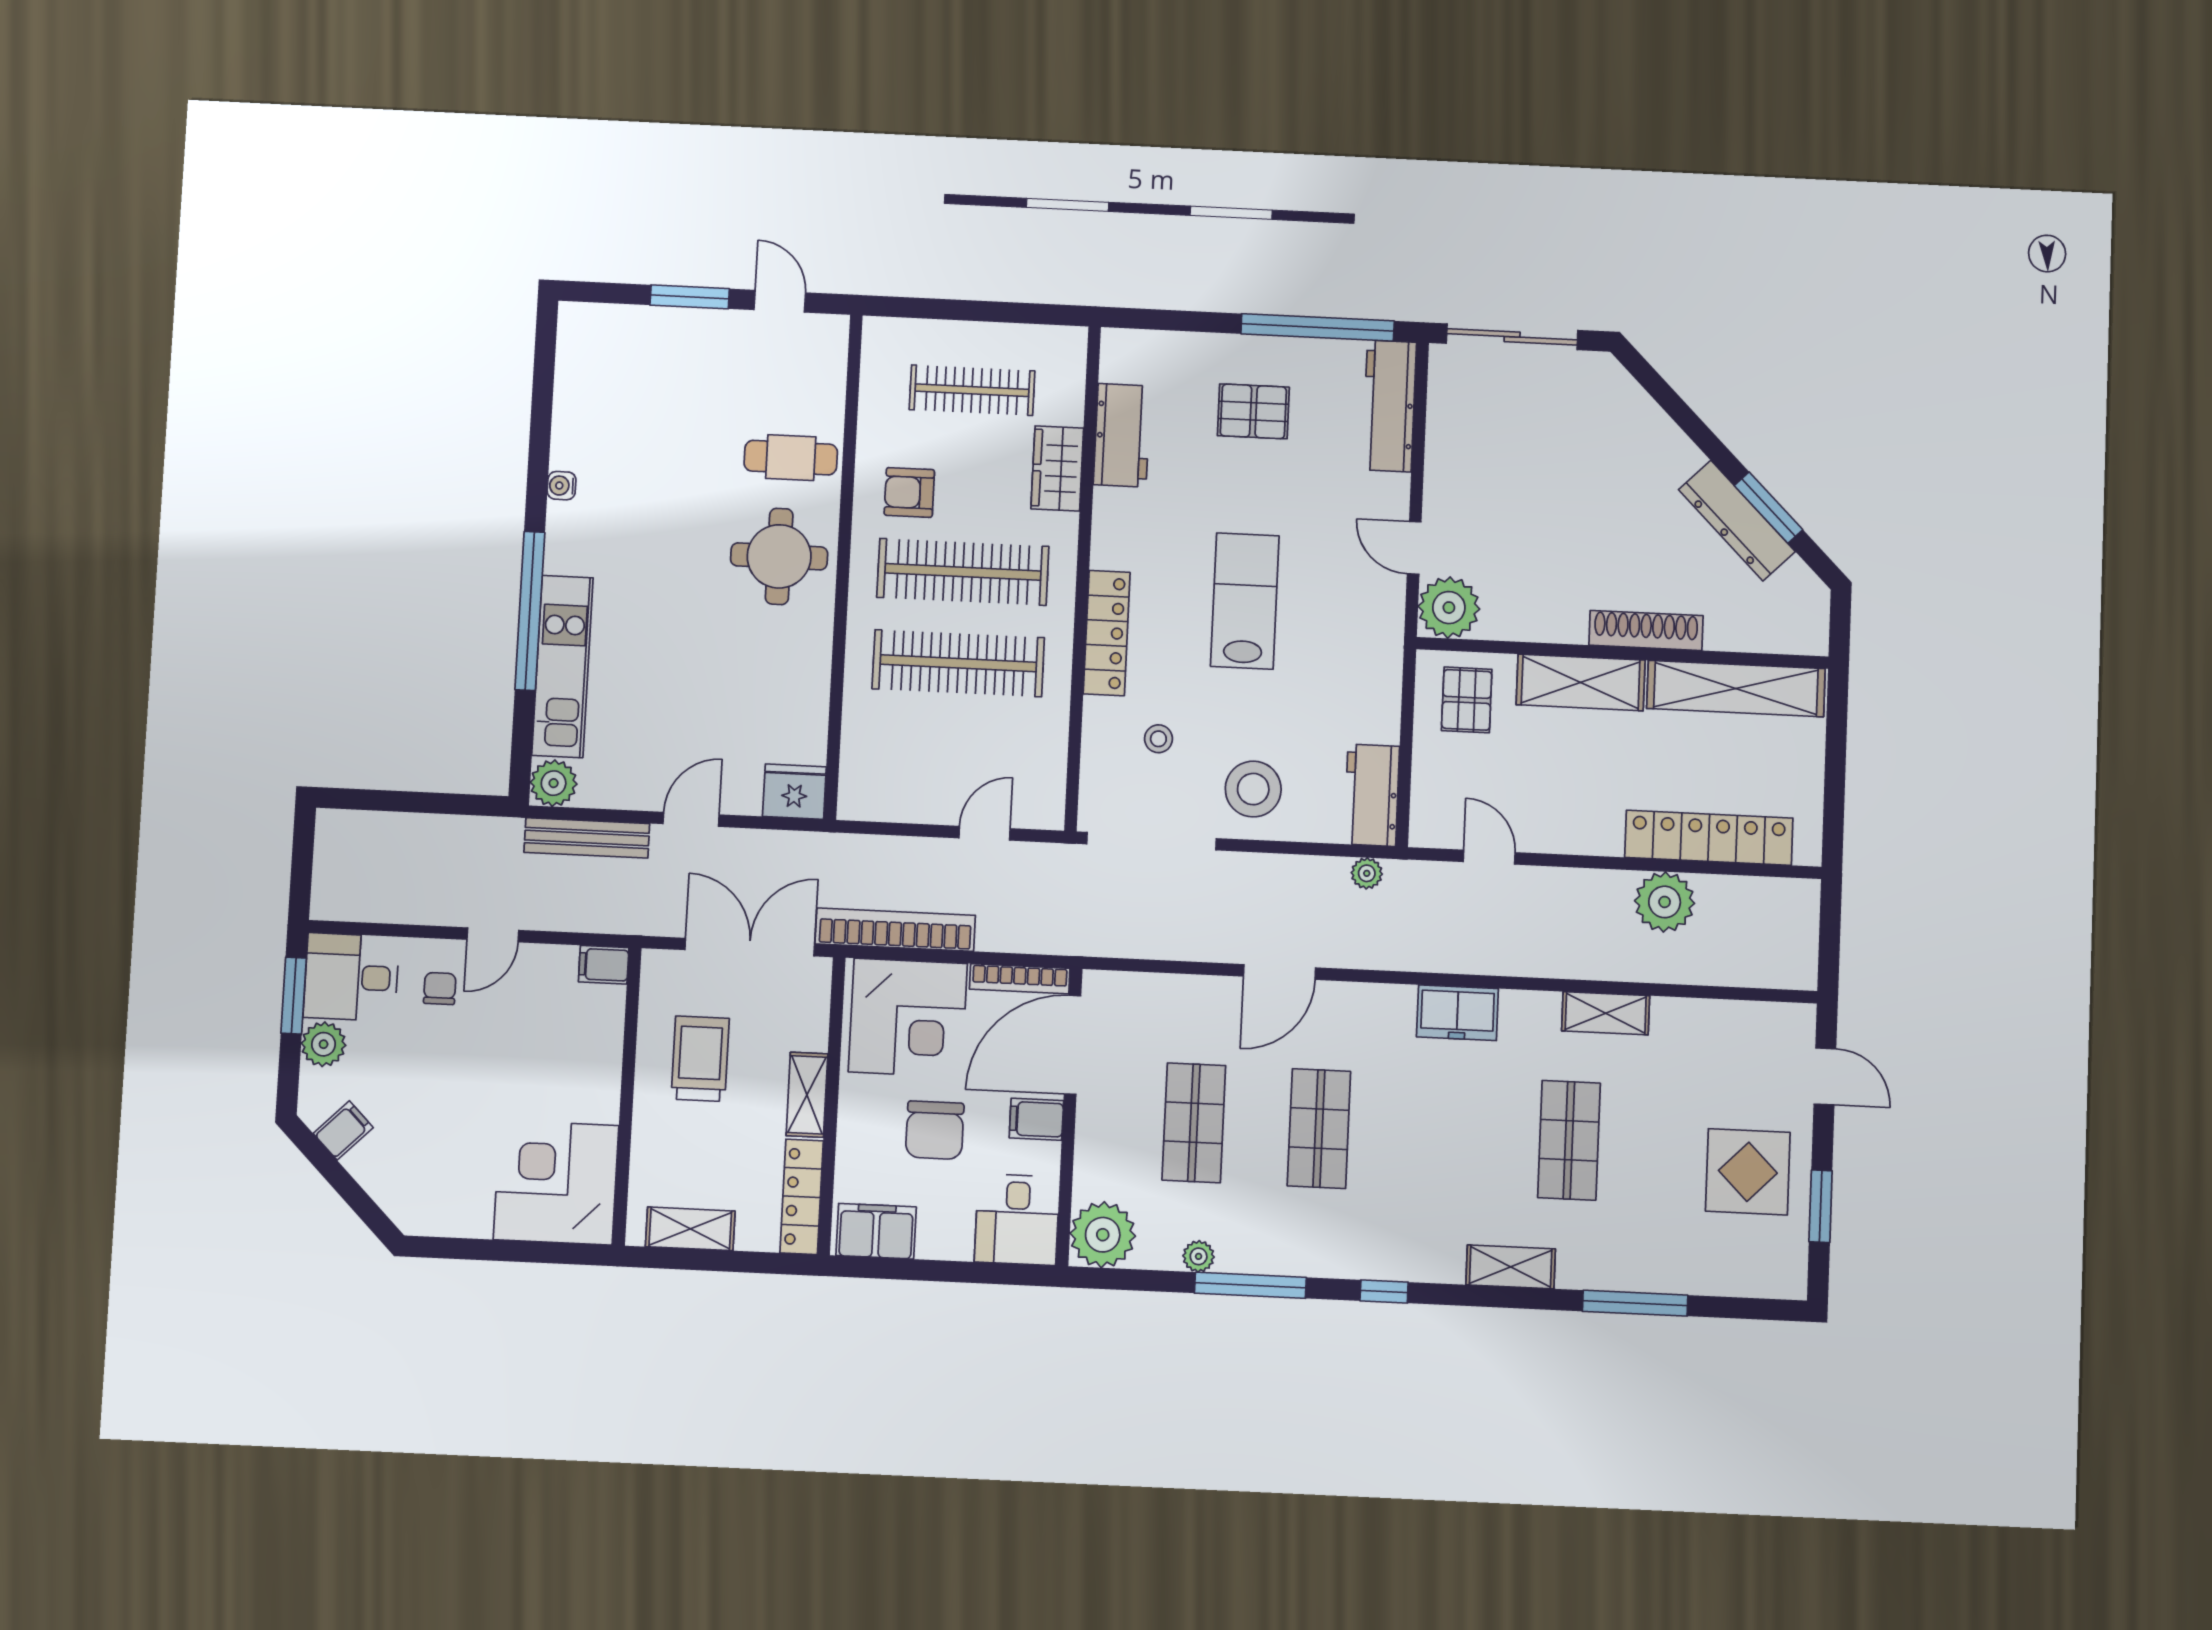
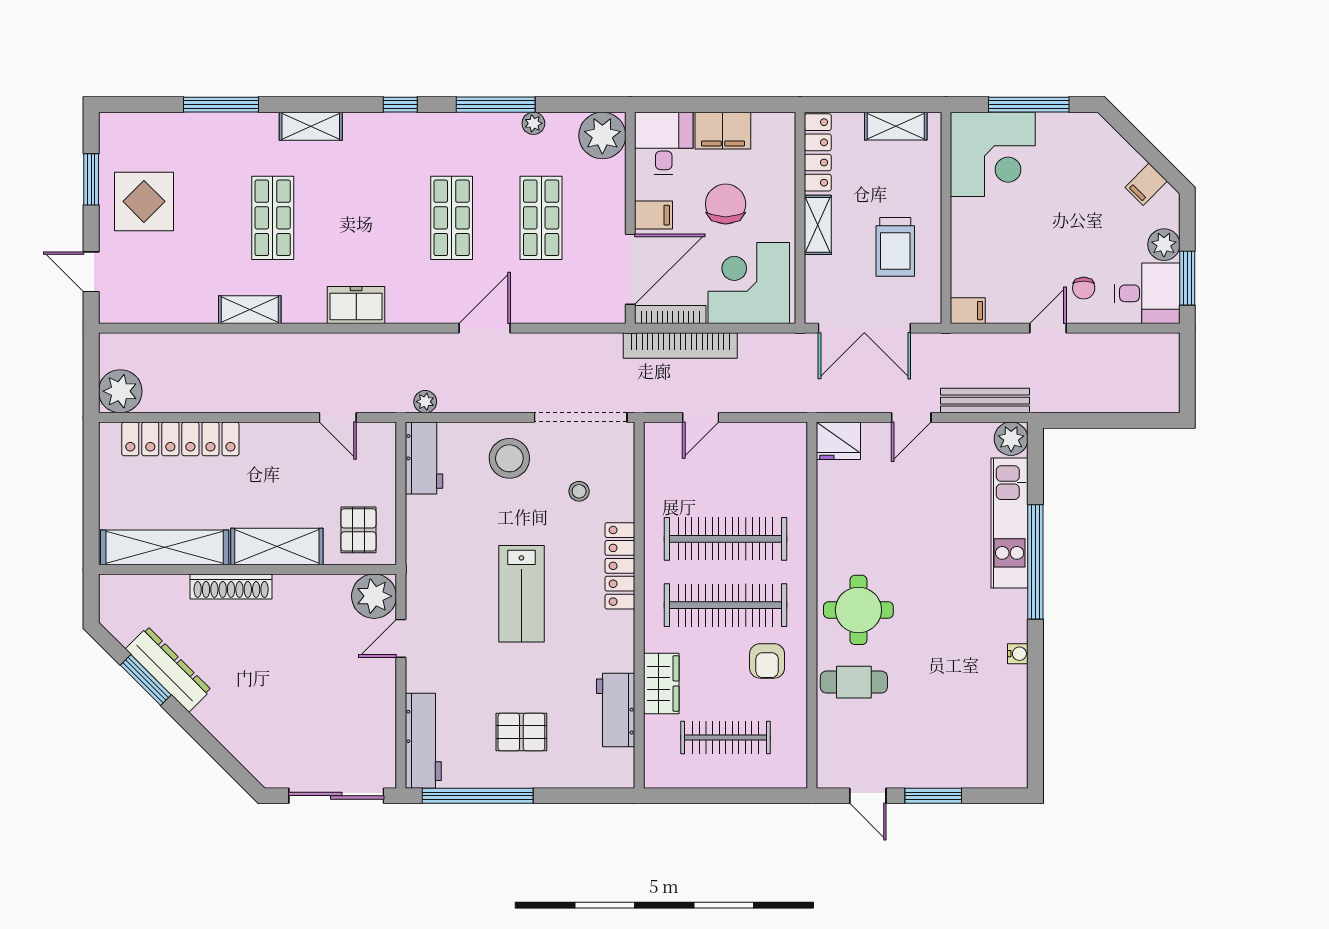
armchair: (909, 492) -> (767, 661), turned 90
door: (1414, 548) -> (401, 638), swing flipped
plant: (1665, 902) -> (120, 391), moved
bookcase: (895, 930) -> (680, 345), moved
filing cabinet: (876, 1231) -> (723, 131), moved
window: (501, 1251) -> (1029, 105), added

